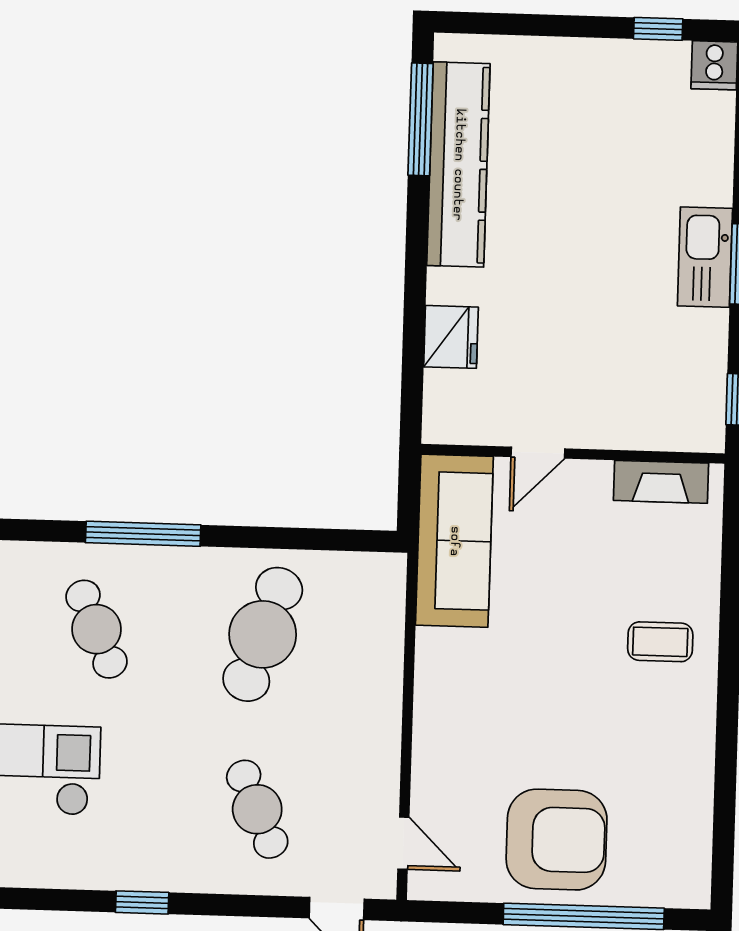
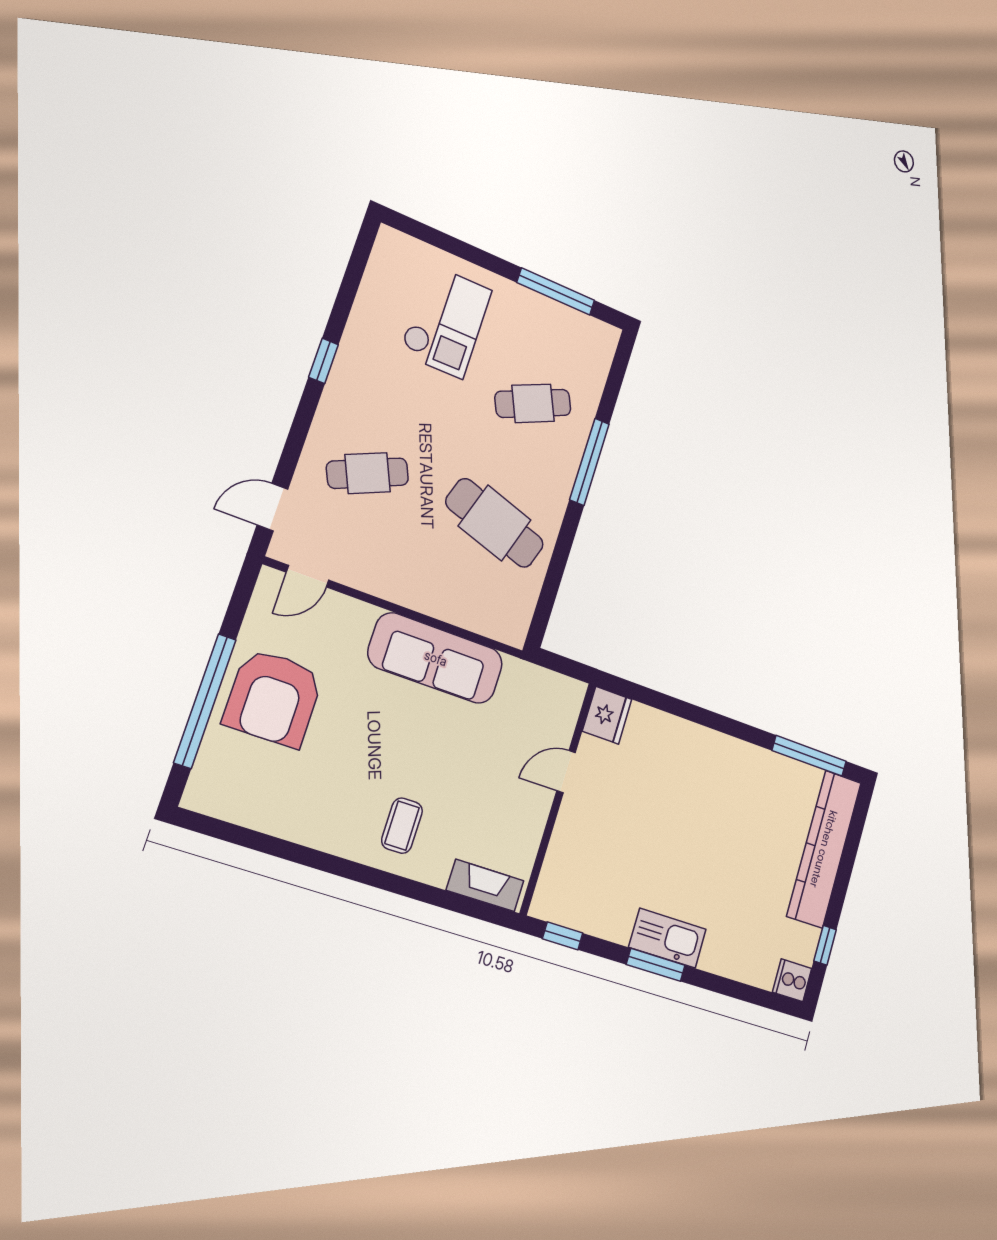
kitchen counter: (458, 165) -> (824, 849), moved, turned 90
fridge: (451, 337) -> (607, 715), moved, turned -90
door: (538, 453) -> (566, 772), hinge flipped
fireplace: (661, 482) -> (485, 885), moved, turned 90
sofa: (454, 541) -> (436, 658), moved

